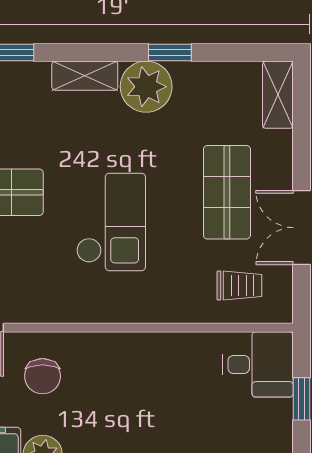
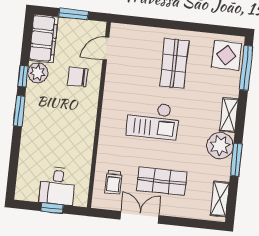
window: (170, 53) -> (236, 160), width x1.50
shelving: (278, 95) -> (220, 199), moved, turned 90
desk: (258, 364) -> (57, 186), moved

